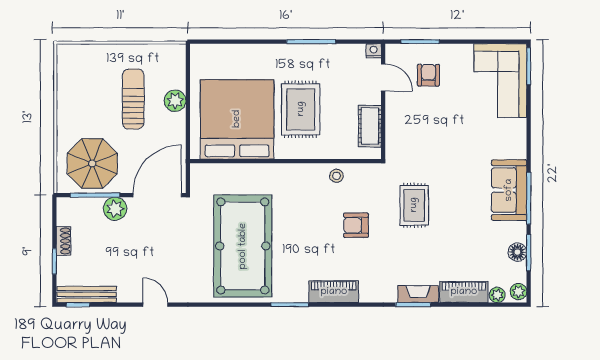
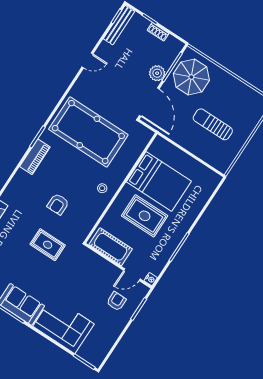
armchair: (428, 75) -> (116, 301), turned -90
corner sofa: (500, 81) -> (63, 325), moved
sun lounger: (133, 99) -> (213, 124), turned 180
plant: (175, 101) -> (196, 148), removed
bed: (237, 119) -> (159, 181), width x0.73
cot: (370, 126) -> (111, 247), width x1.37, depth x1.34
stool: (336, 176) -> (102, 188), moved
armchair: (356, 225) -> (58, 204), turned 180
piano: (334, 292) -> (35, 157), moved

